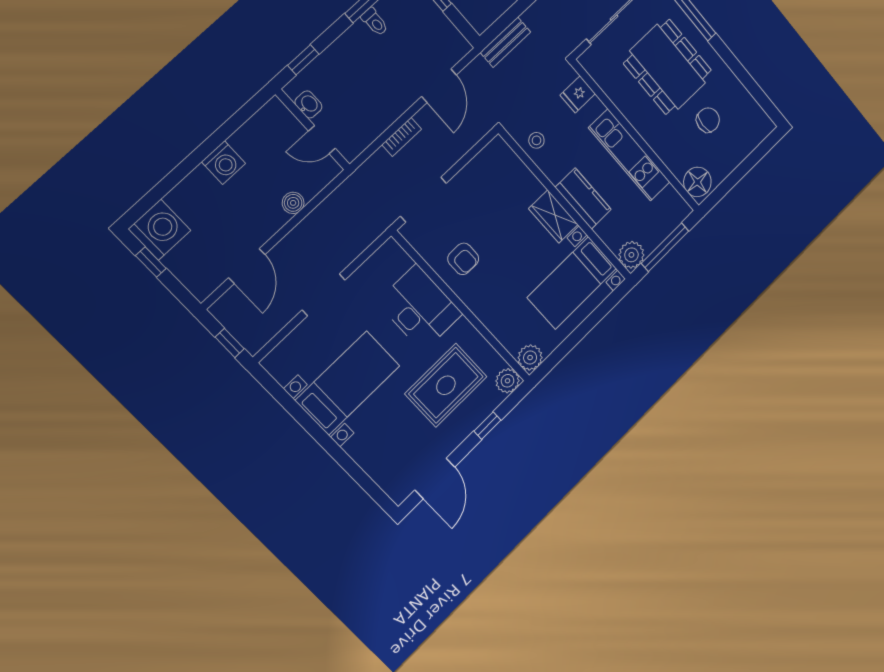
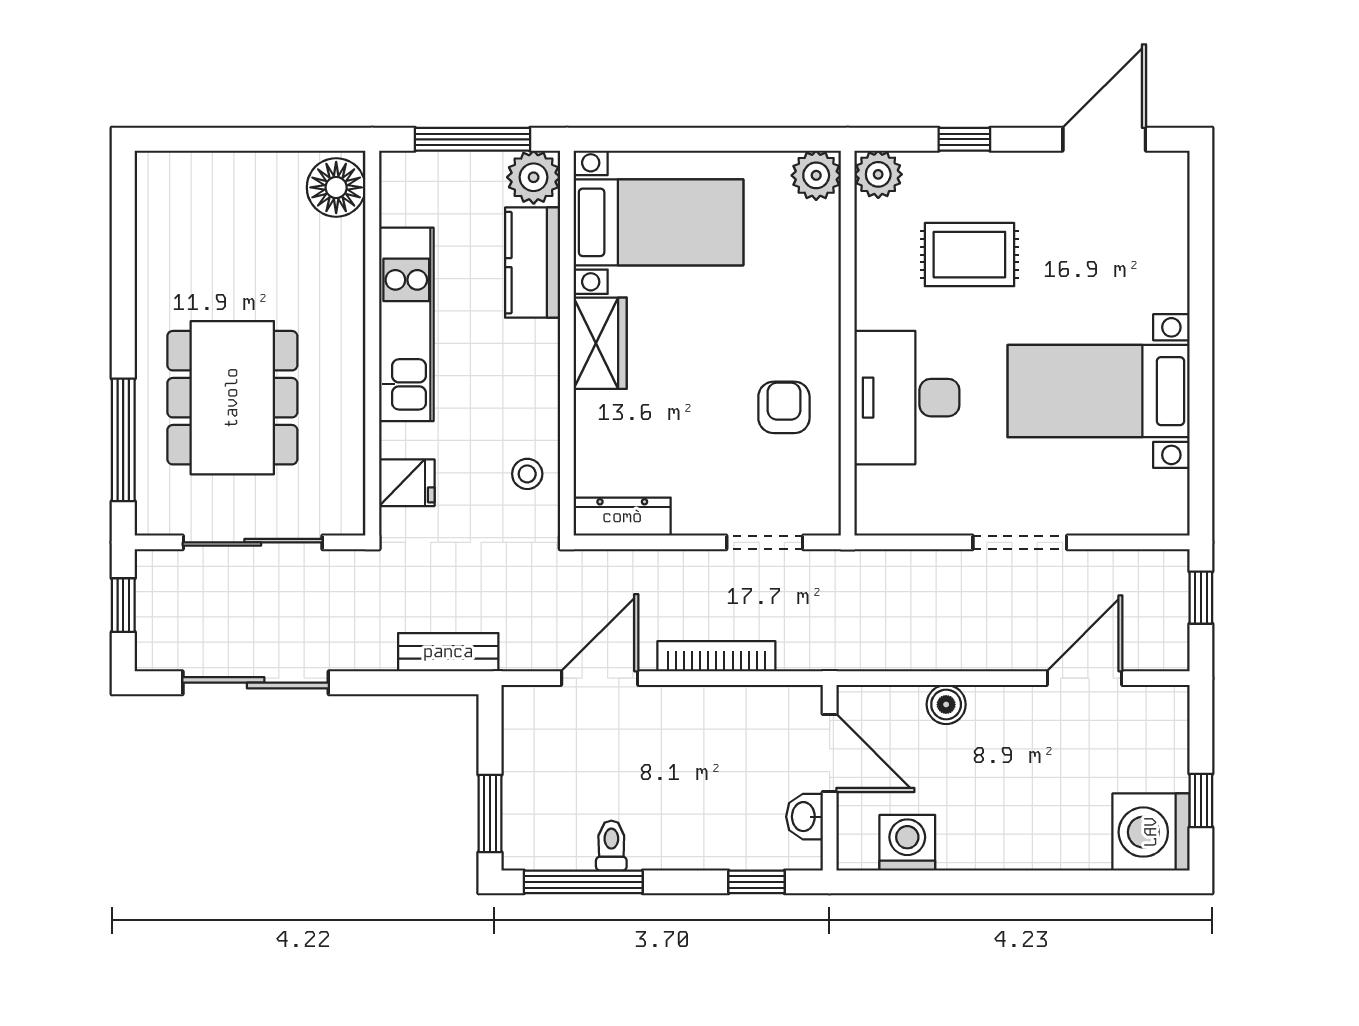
chair: (708, 120) -> (238, 263), removed
bookcase: (402, 137) -> (716, 656), width x1.56
door: (322, 140) -> (830, 753), width x1.38
dresser: (487, 158) -> (622, 517), added
washing machine: (224, 163) -> (907, 843), moved
kitchen counter: (583, 198) -> (533, 263), moved
doorway: (423, 200) -> (765, 542), width x0.73
rug: (446, 385) -> (969, 255), width x0.73, depth x0.70

